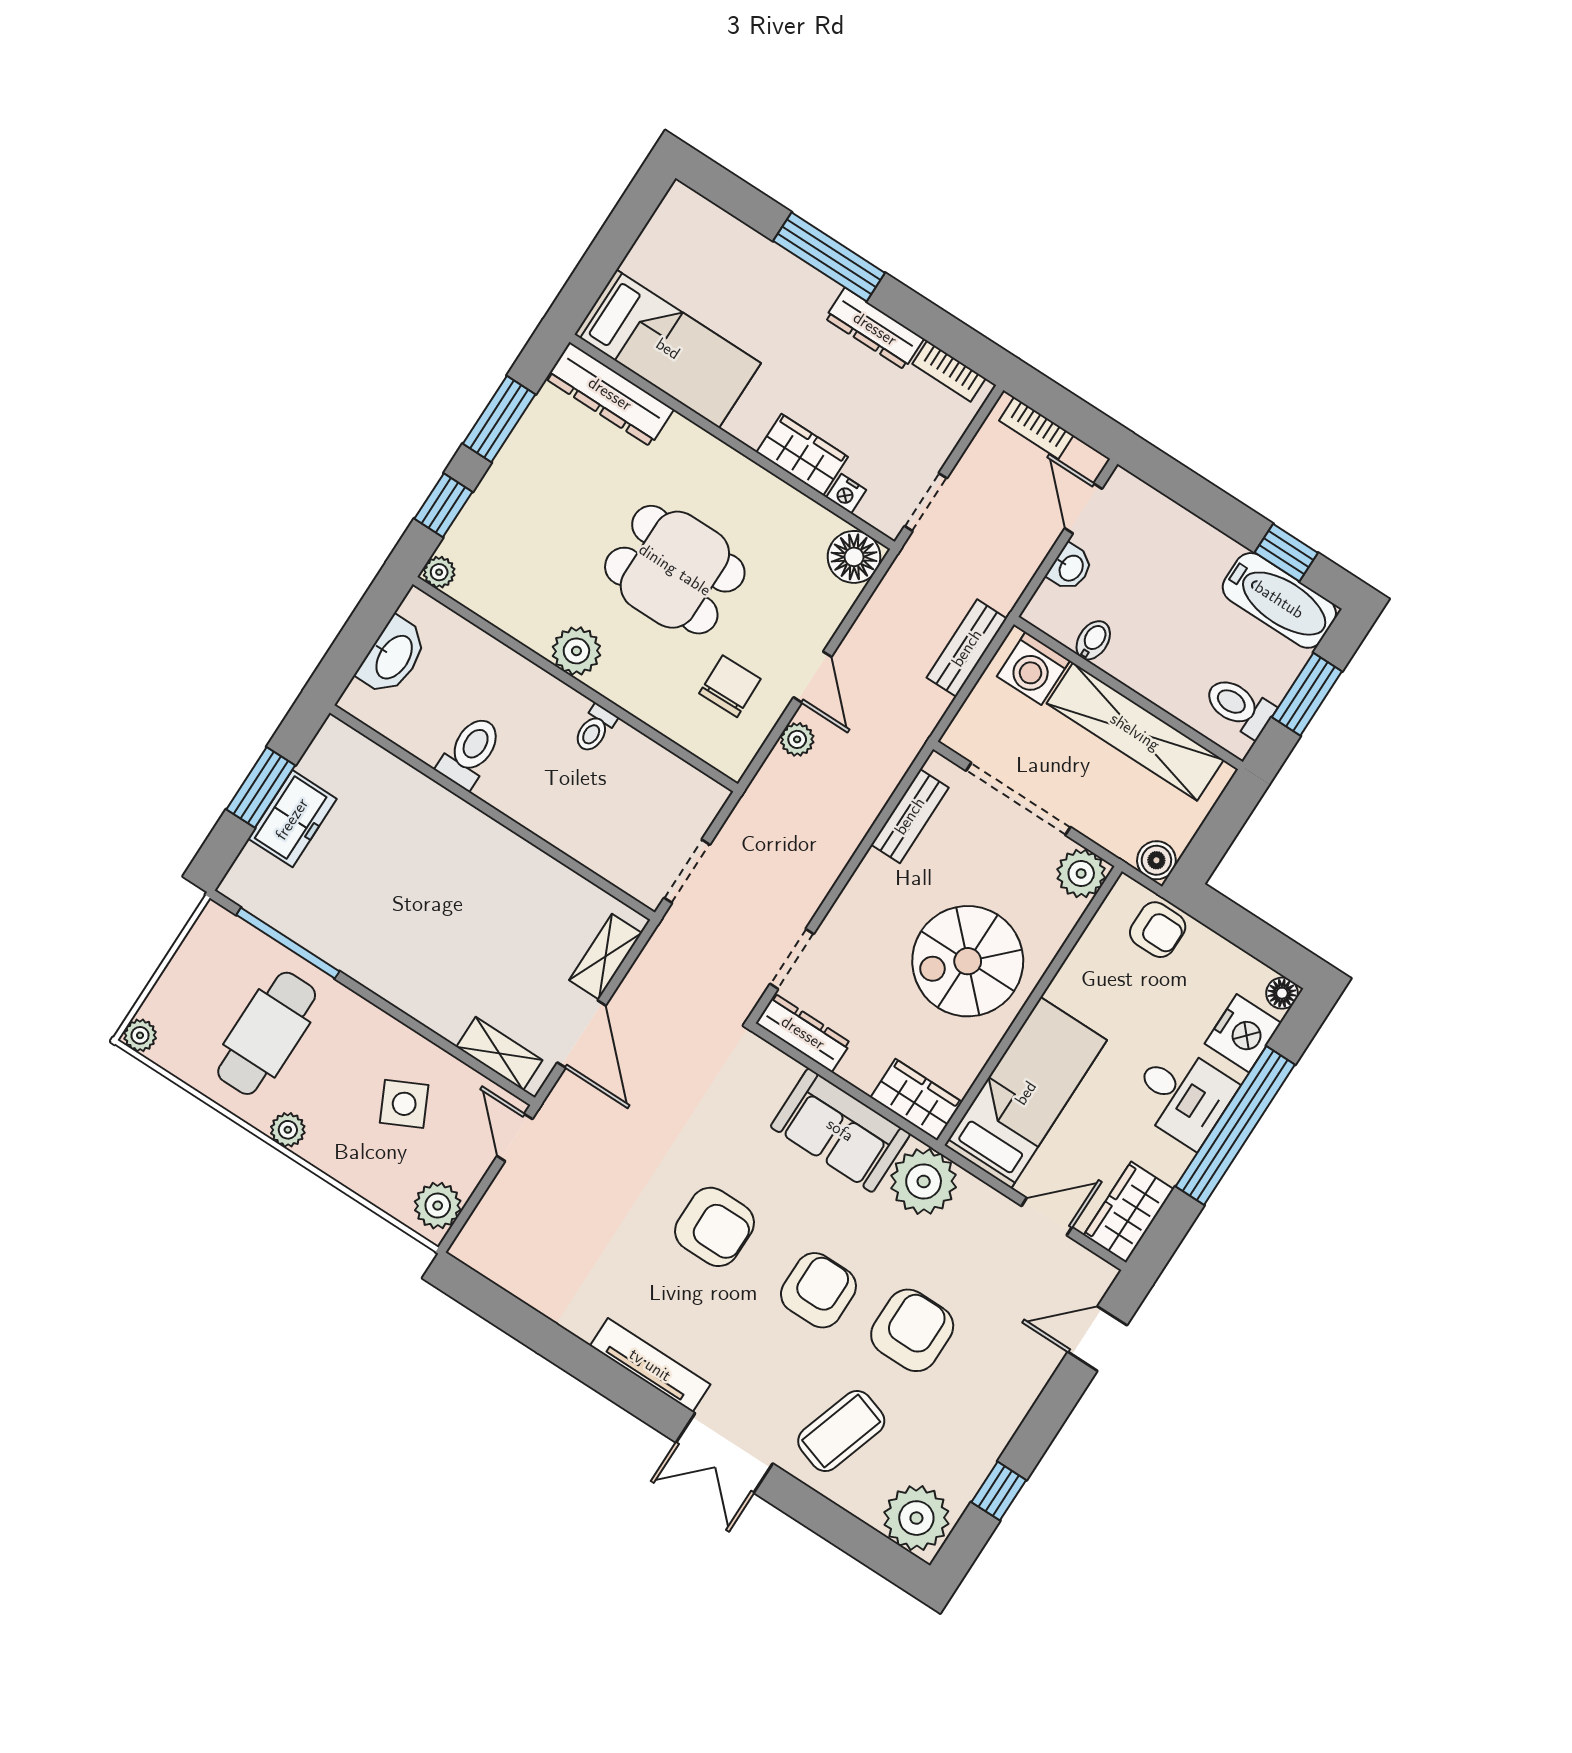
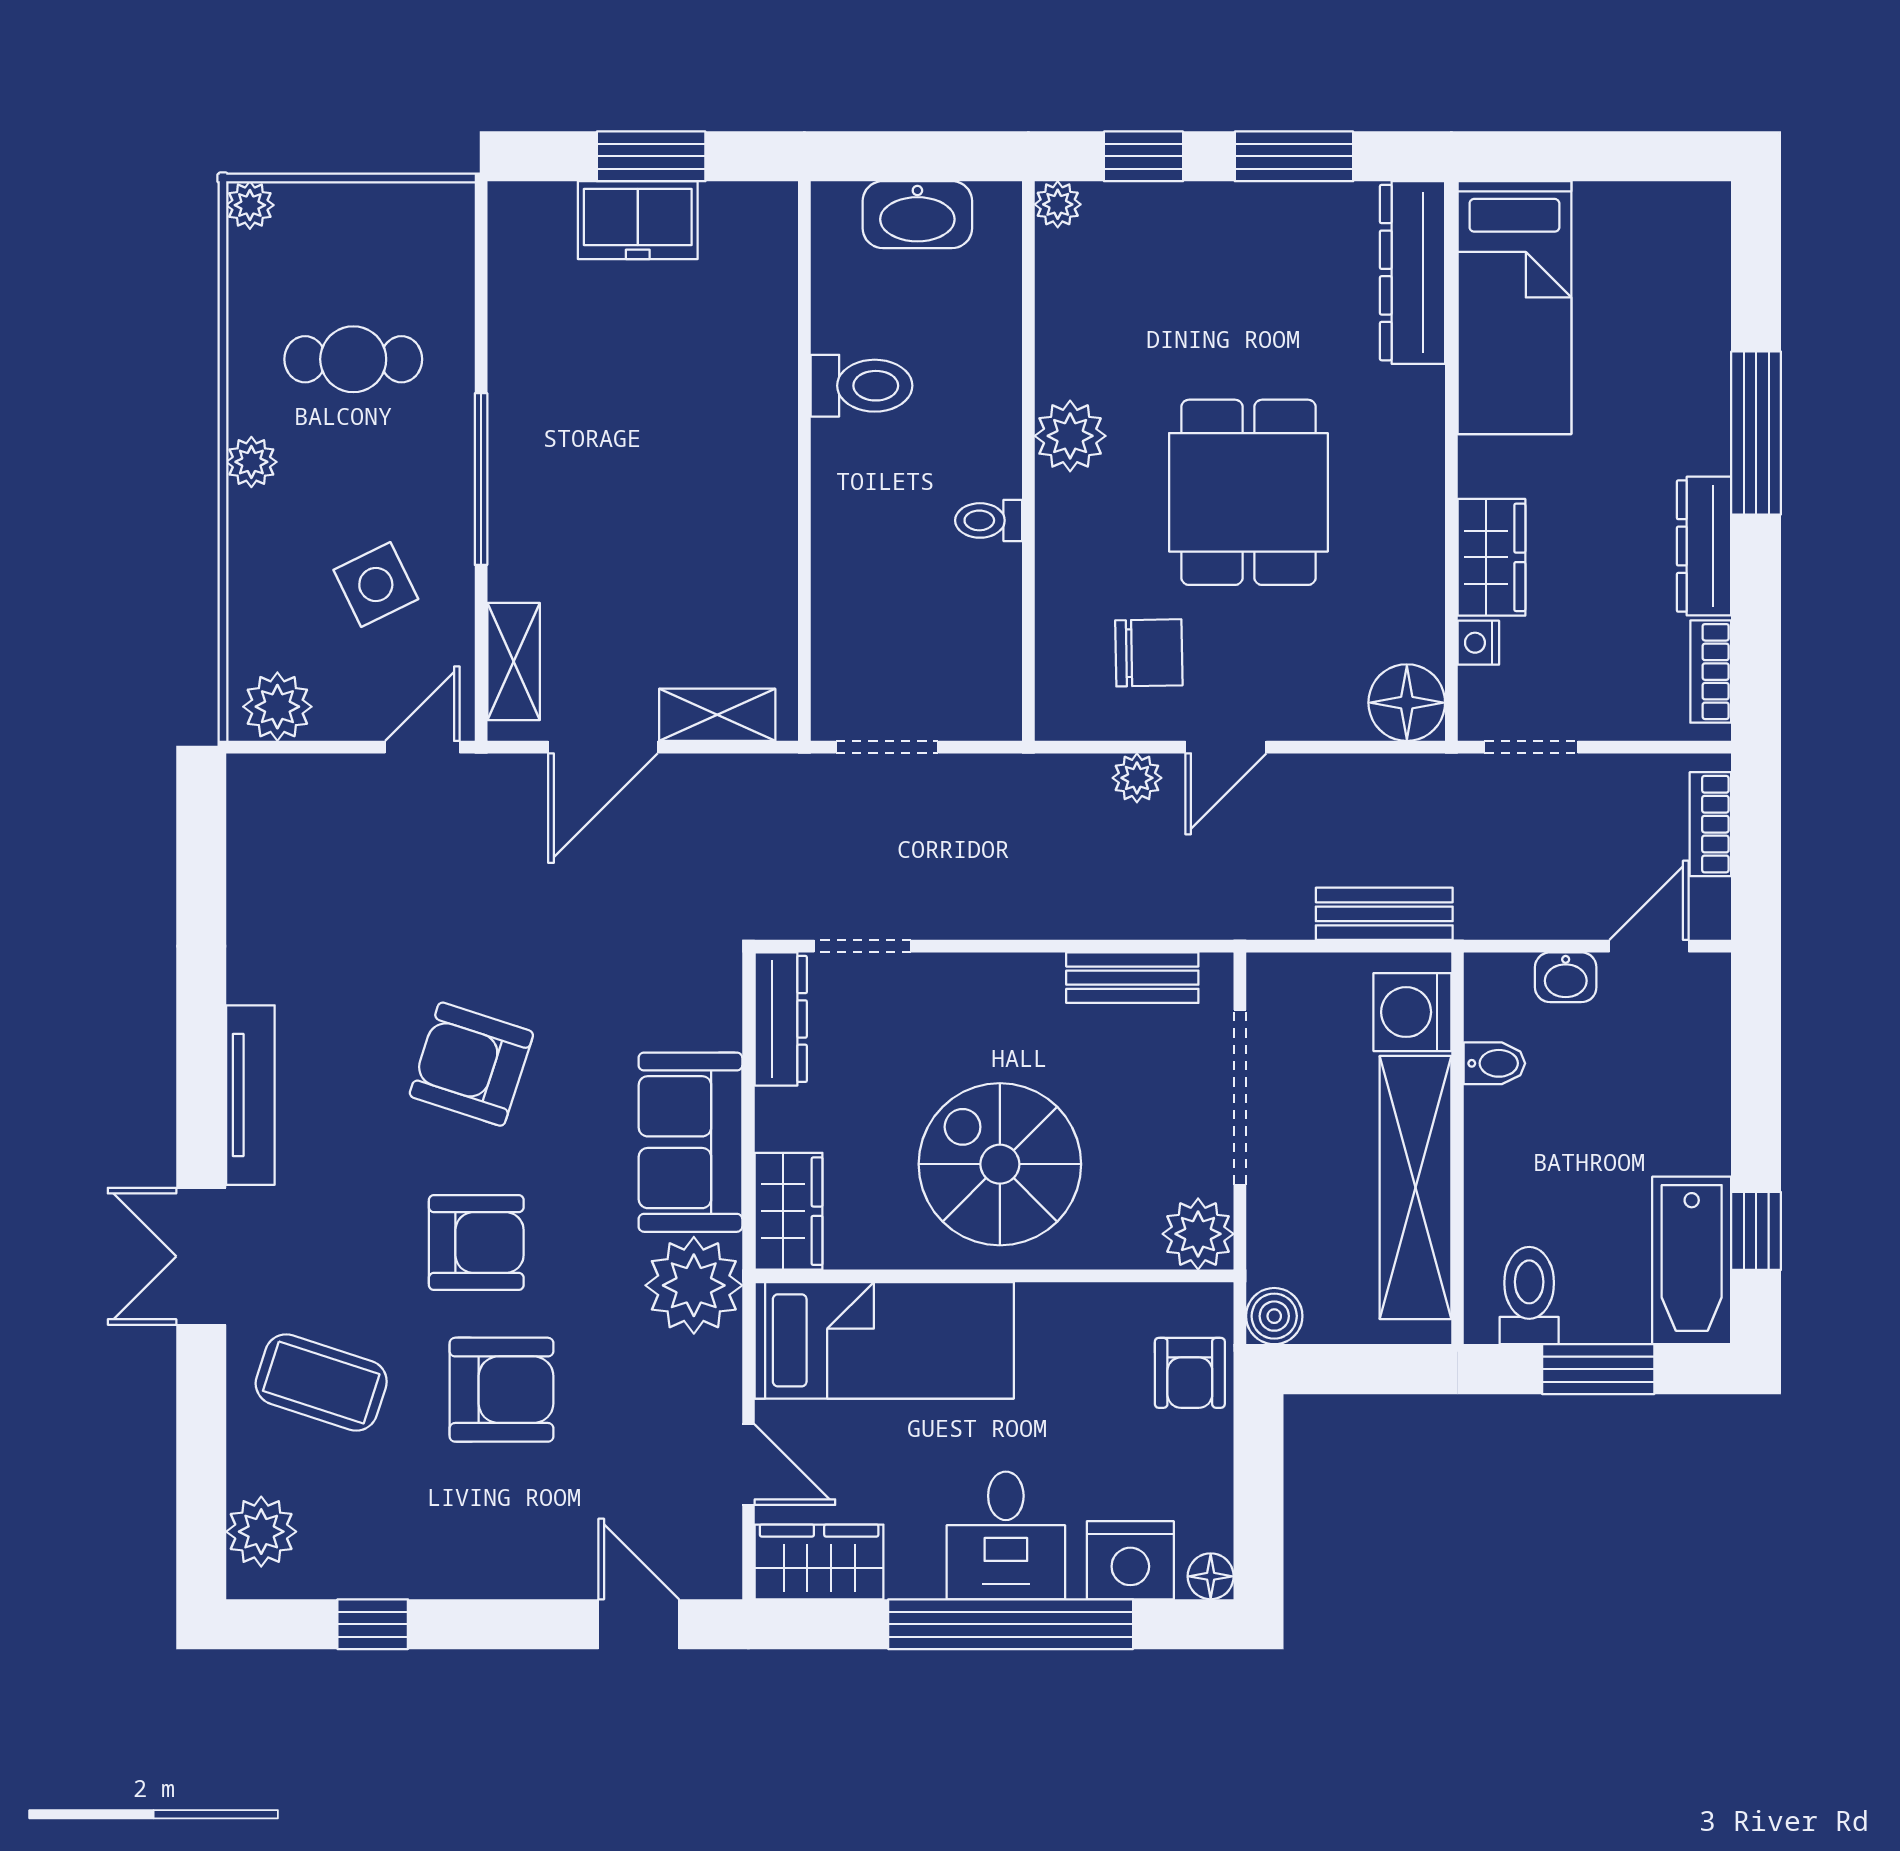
window: (288, 943) -> (481, 479), moved
cafe table: (267, 1033) -> (353, 359), width x0.73, depth x0.74
armchair: (714, 1227) -> (471, 1064), turned 108
plant: (916, 1518) -> (261, 1532), width x0.73, depth x0.73

